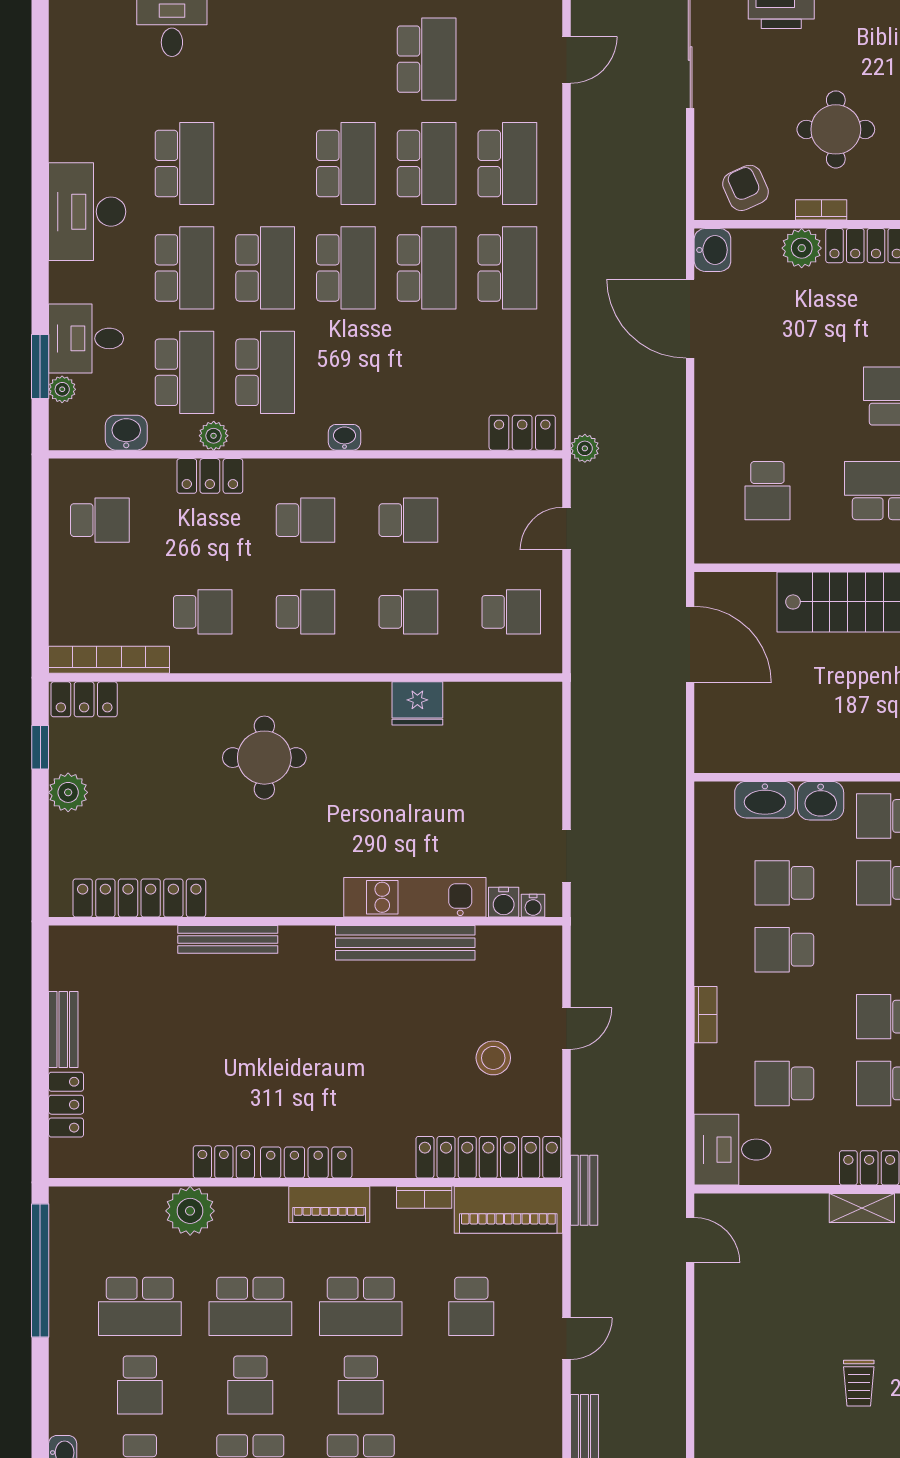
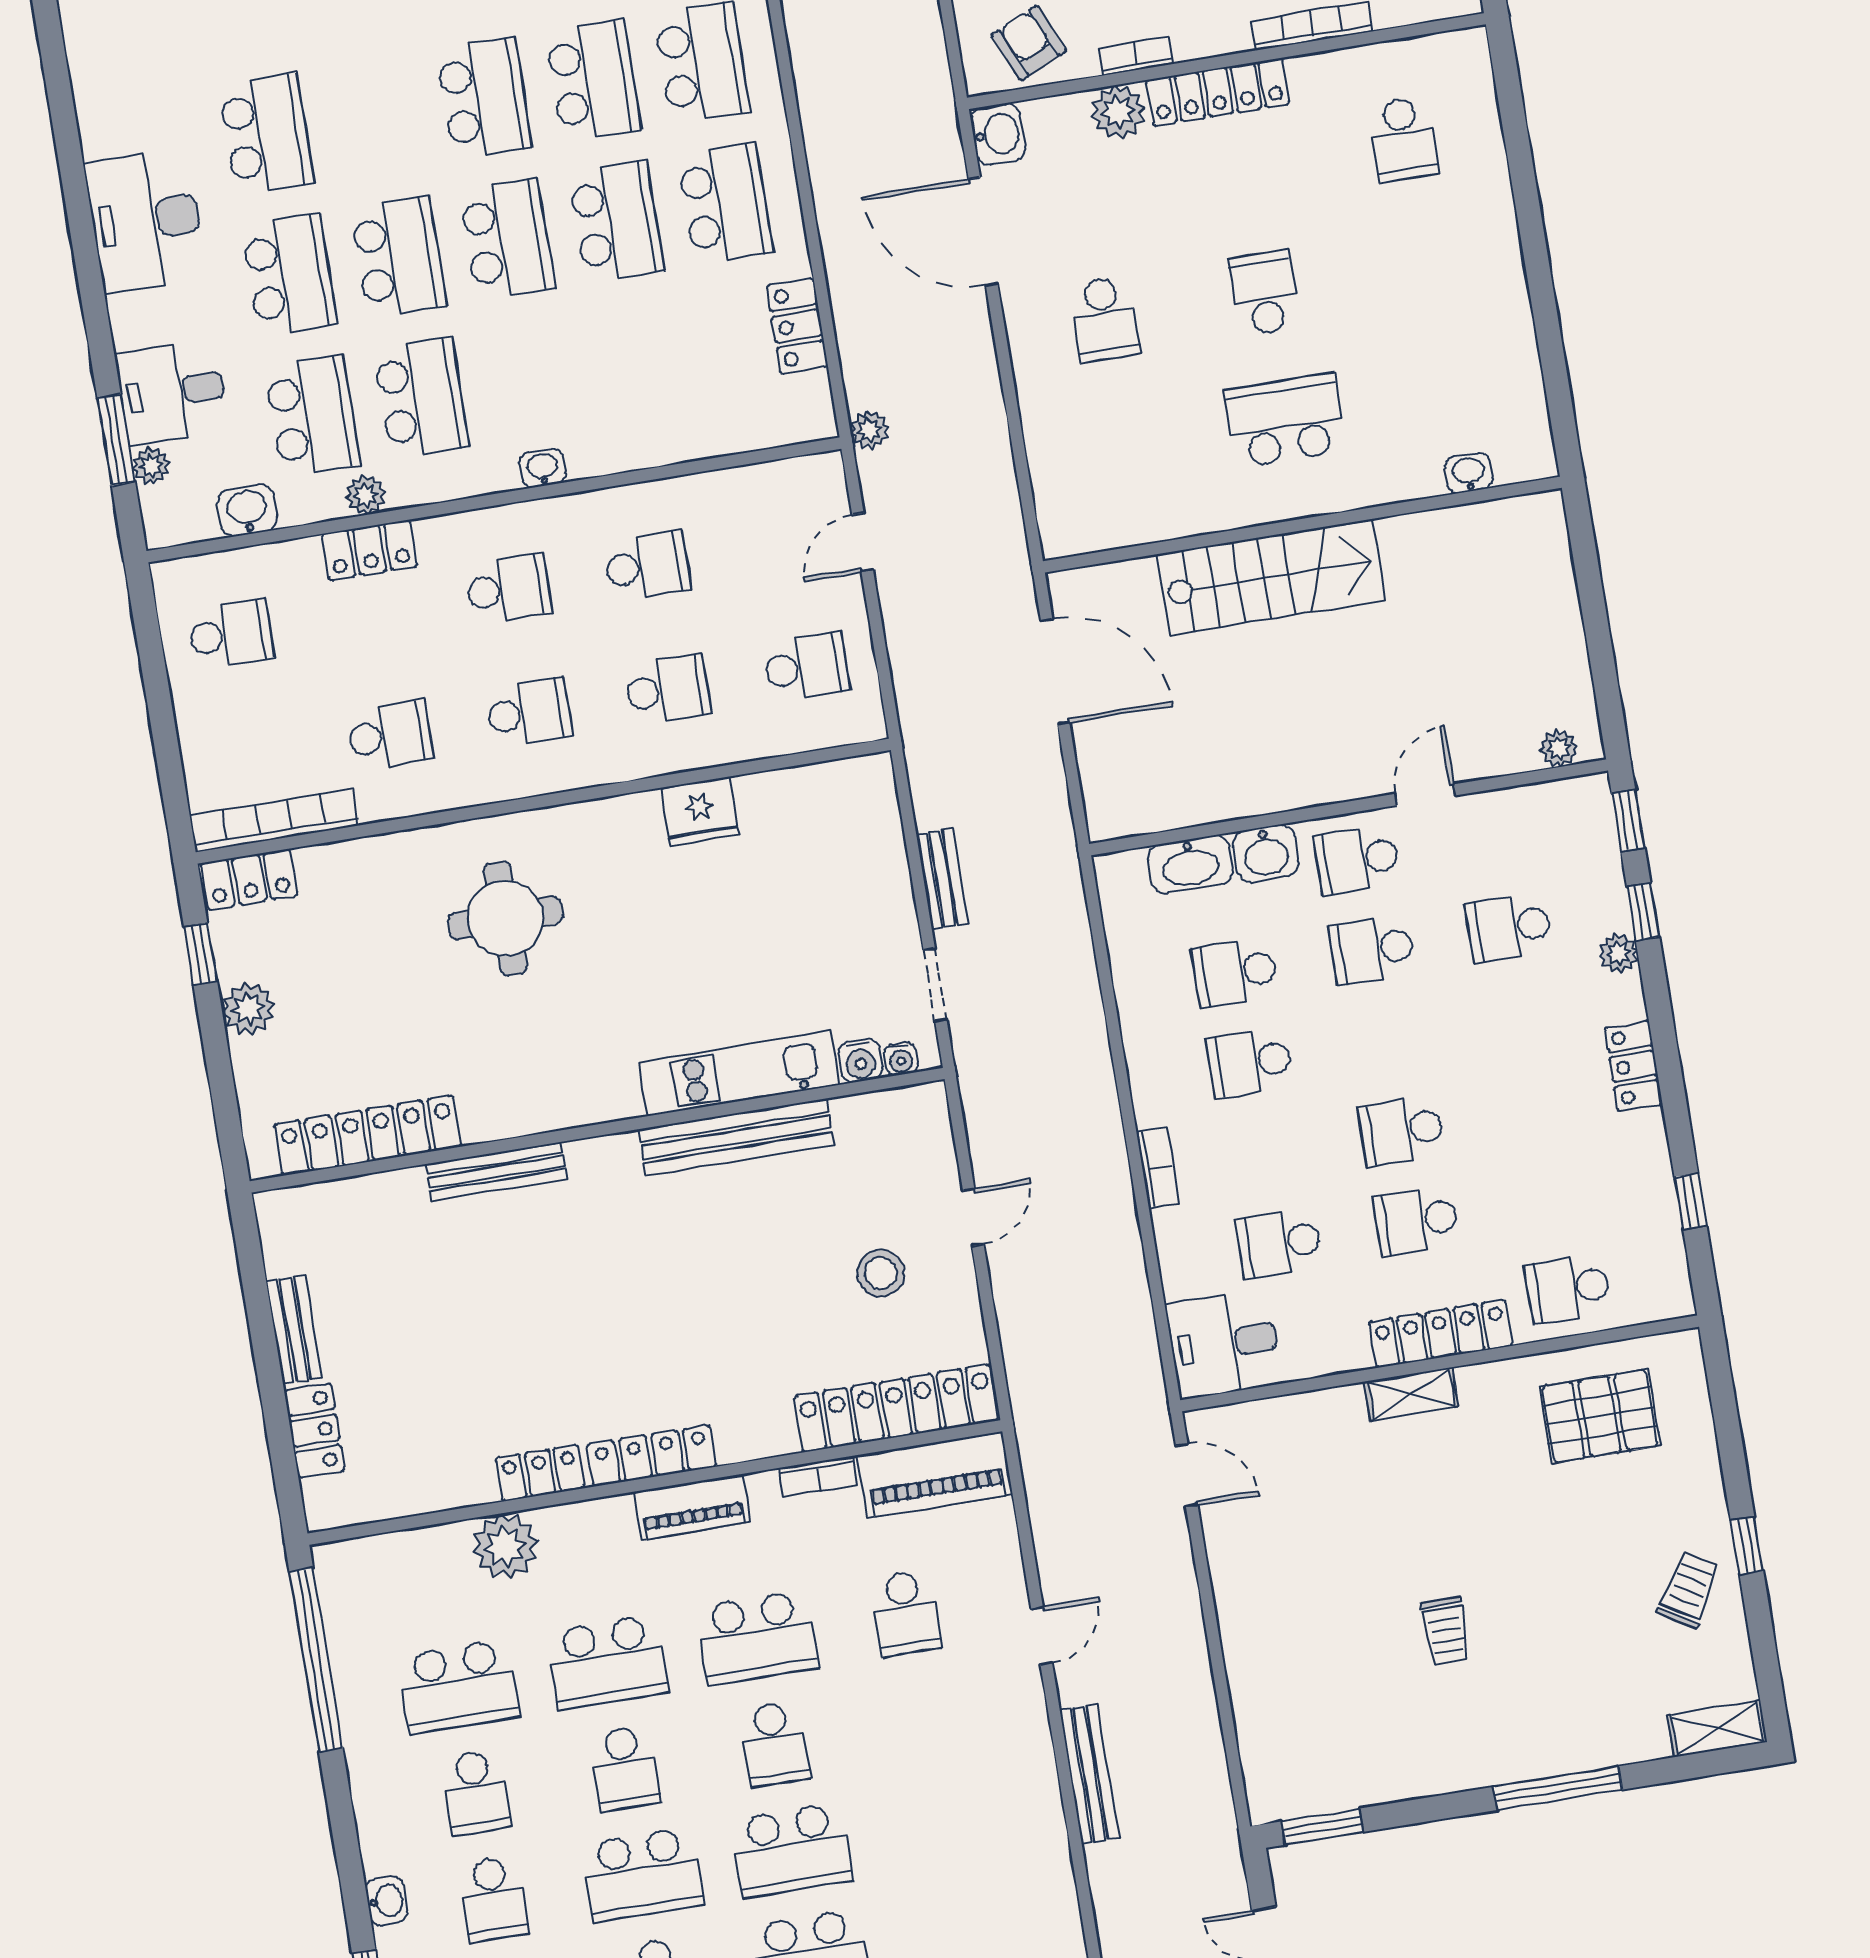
locker: (522, 433) -> (797, 326), moved, turned -90
school desk: (767, 491) -> (1105, 319), moved
bench: (584, 1190) -> (942, 879), moved

